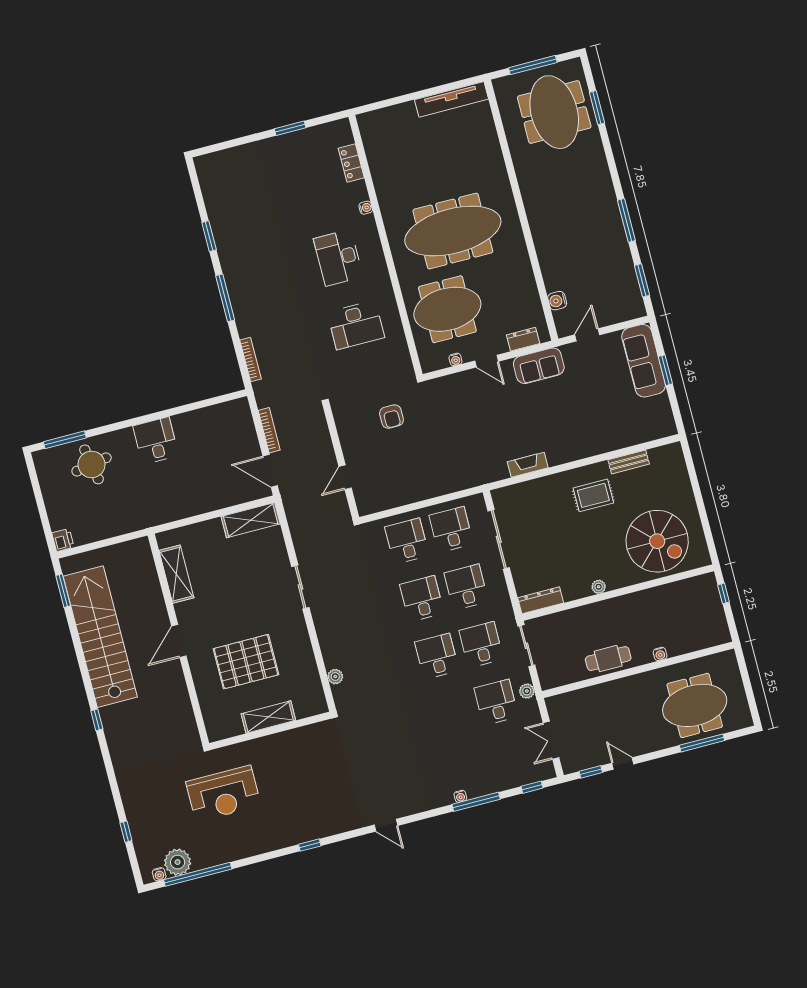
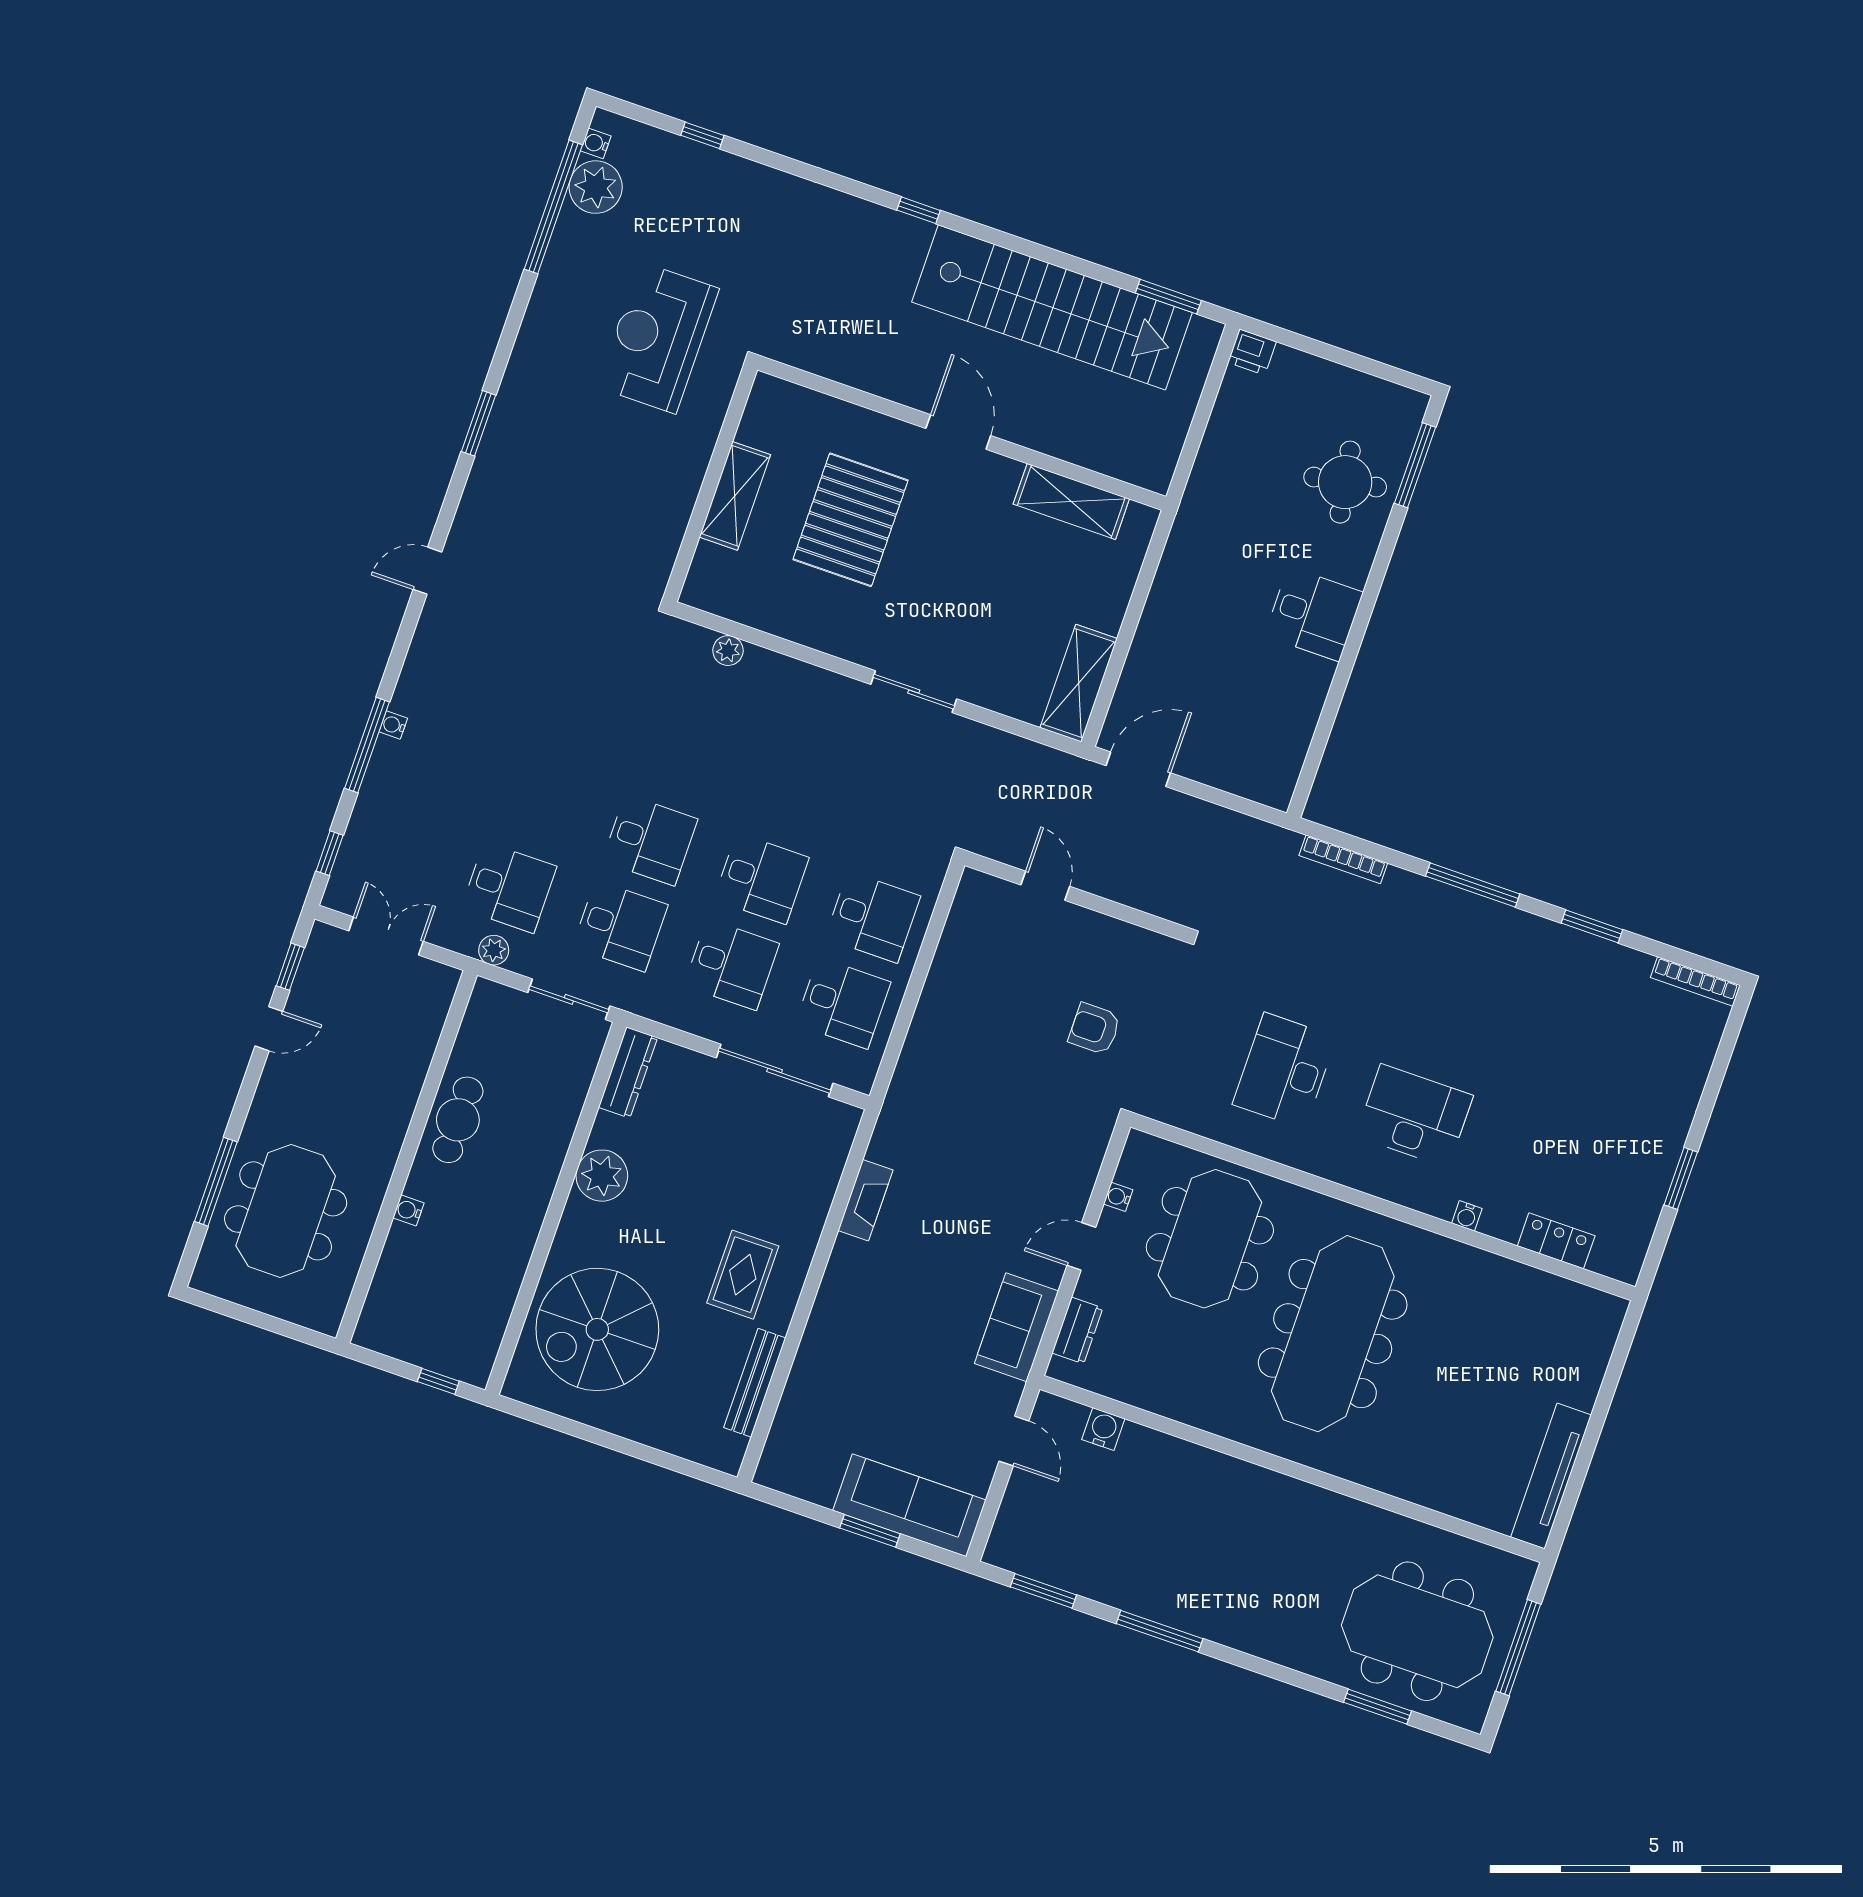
bookcase: (269, 430) -> (1695, 981), moved
bench: (629, 462) -> (755, 1383), width x1.36
plant: (599, 587) -> (602, 1176), width x1.87, depth x1.87
window: (310, 845) -> (478, 423), width x1.50

